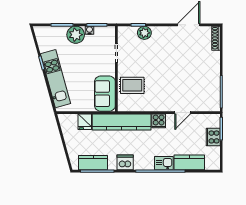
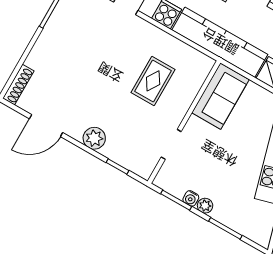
plant: (144, 33) -> (94, 138), moved
plant: (76, 35) -> (205, 206), width x0.53, depth x0.53
rug: (132, 85) -> (153, 81), moved, turned 90

